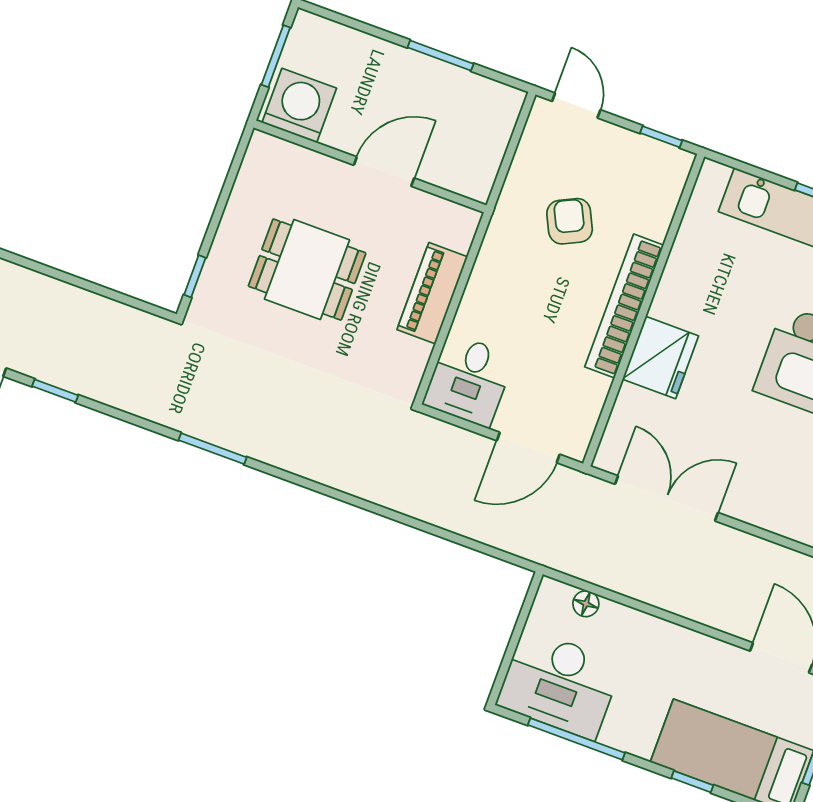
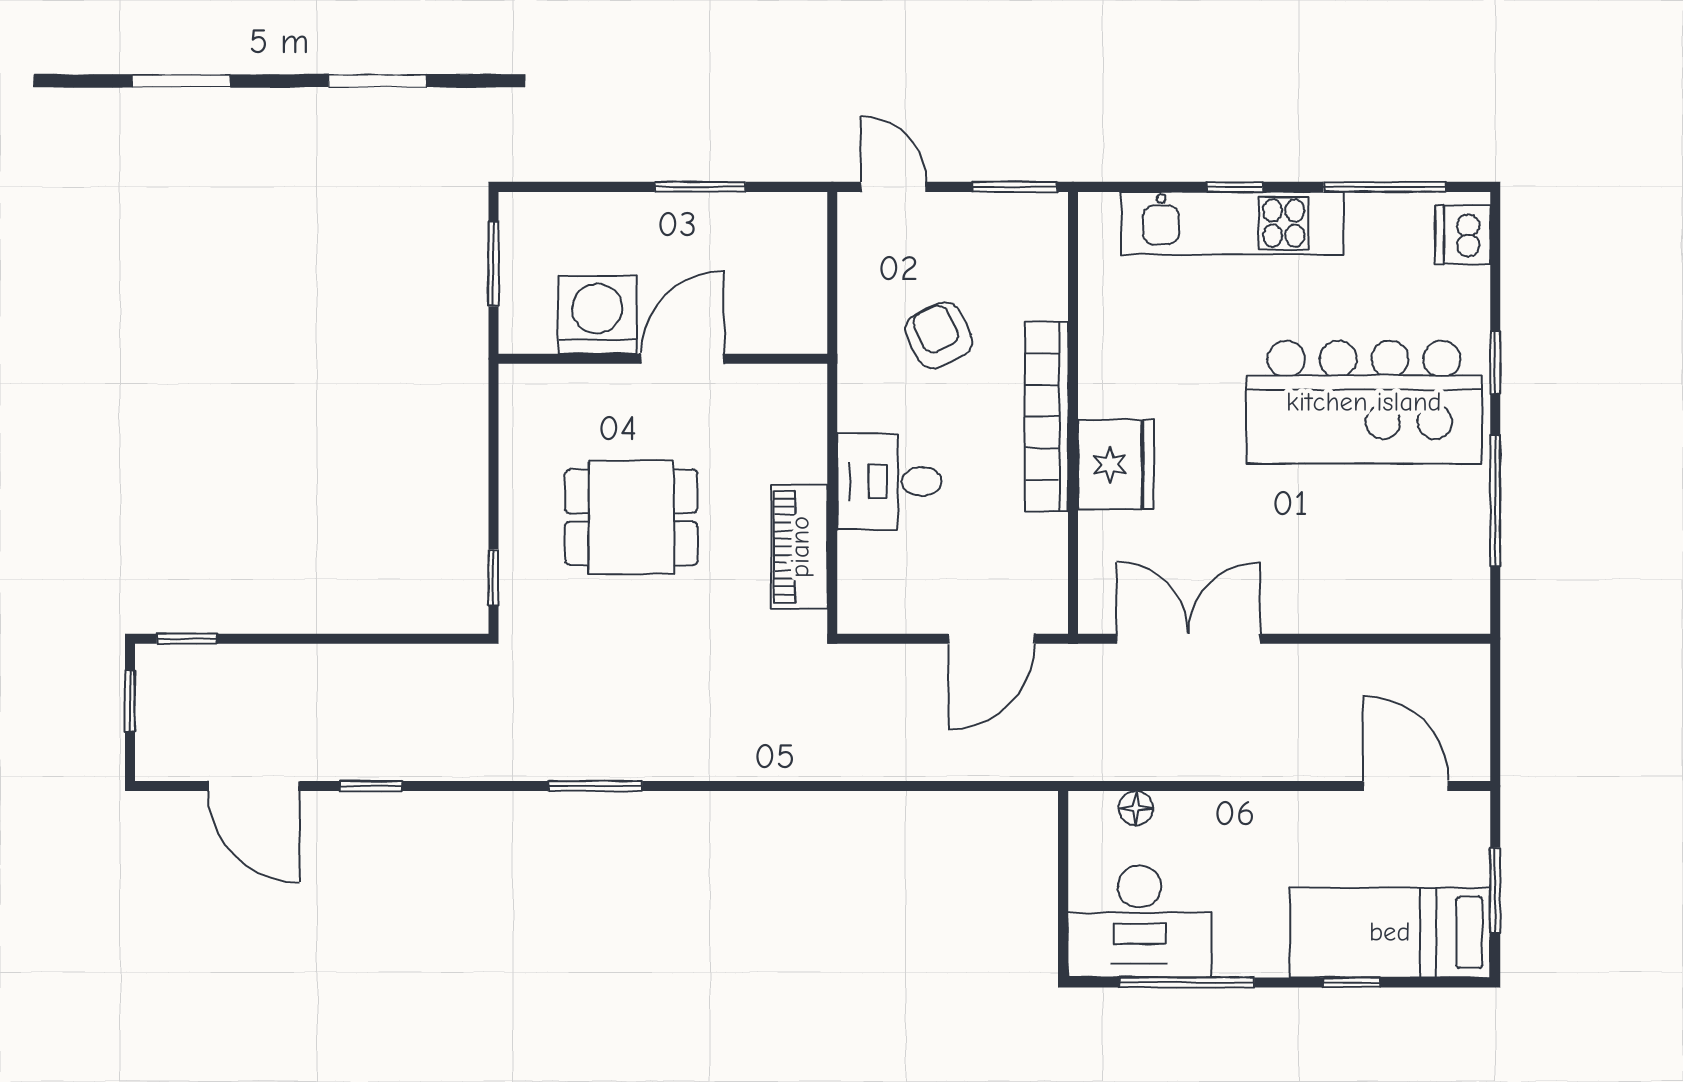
washing machine: (299, 105) -> (597, 315), moved
window: (661, 137) -> (1015, 187), width x1.50
piano: (432, 293) -> (800, 547), moved
desk: (469, 380) -> (889, 481), moved, turned 90

